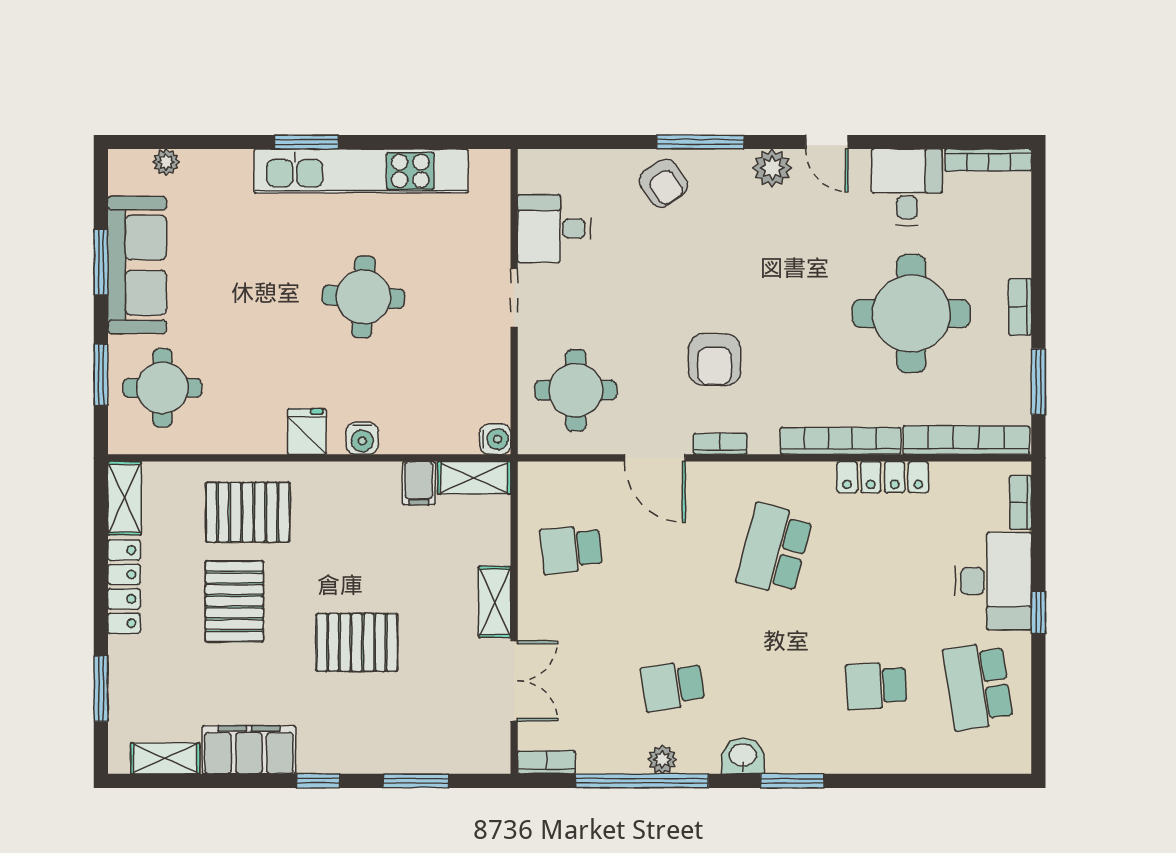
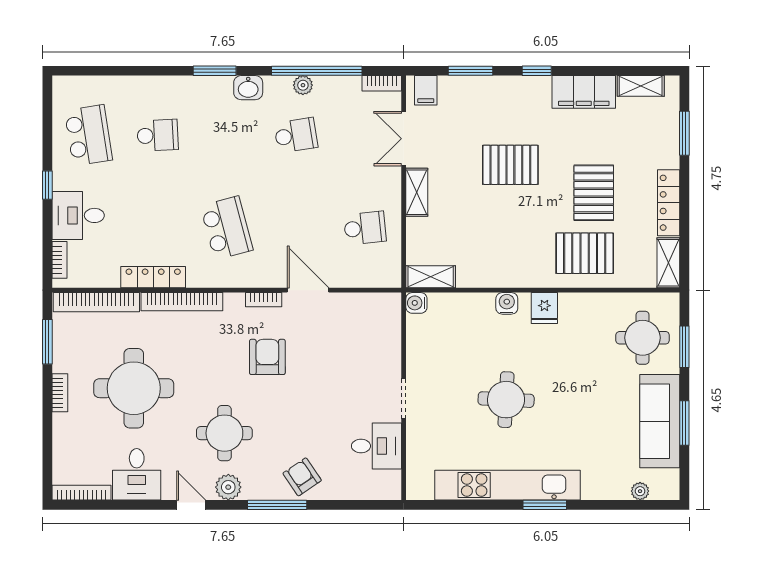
round table: (576, 390) -> (224, 433), moved
filing cabinet: (419, 483) -> (426, 90), moved, turned 180
school desk: (774, 549) -> (227, 228), turned -30
desk: (993, 581) -> (78, 215), width x0.73

